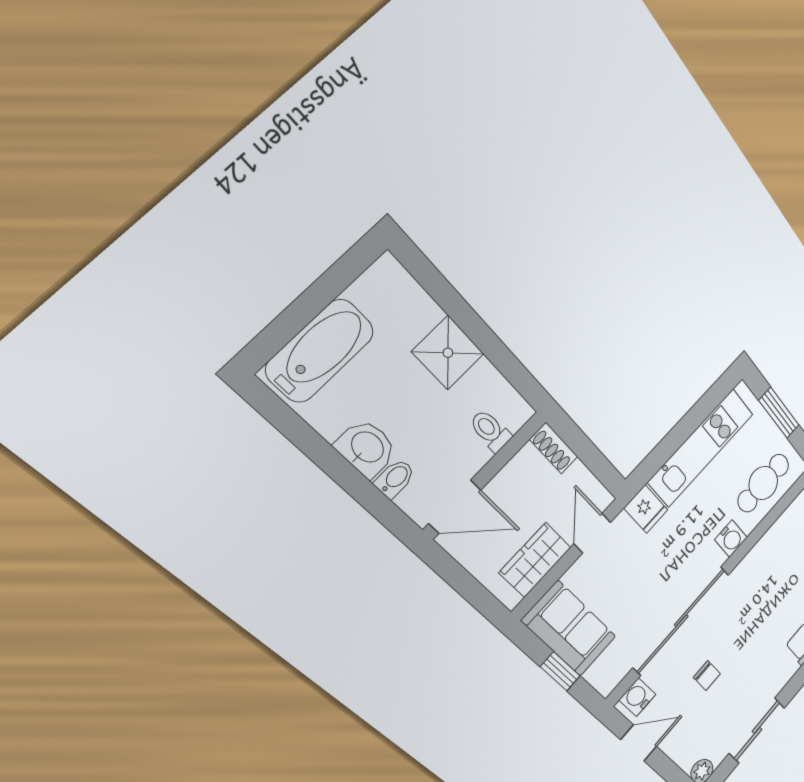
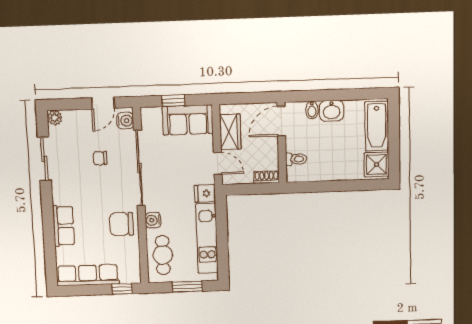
shower: (448, 353) -> (376, 164), moved
chair: (764, 570) -> (122, 224), added

